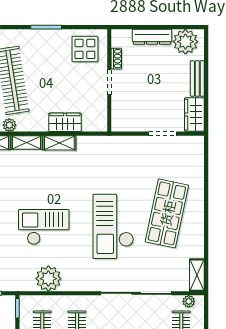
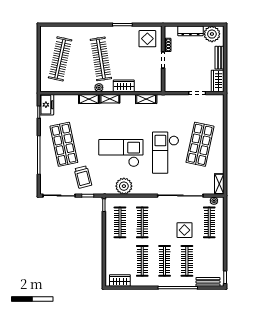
wardrobe: (65, 122) -> (124, 86), moved
shelving: (59, 143) -> (146, 99), moved
checkout: (44, 227) -> (121, 153), width x1.36, depth x1.21

